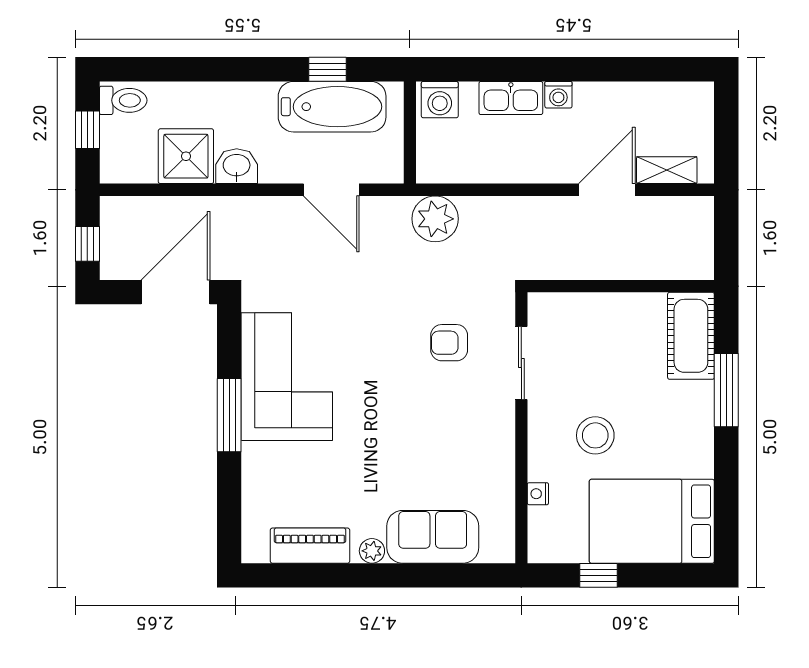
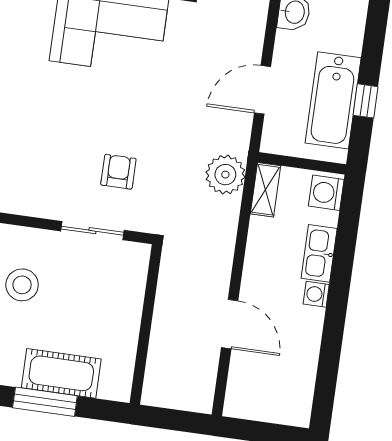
shelving: (667, 170) -> (266, 190), moved
cot: (691, 336) -> (61, 373), moved

